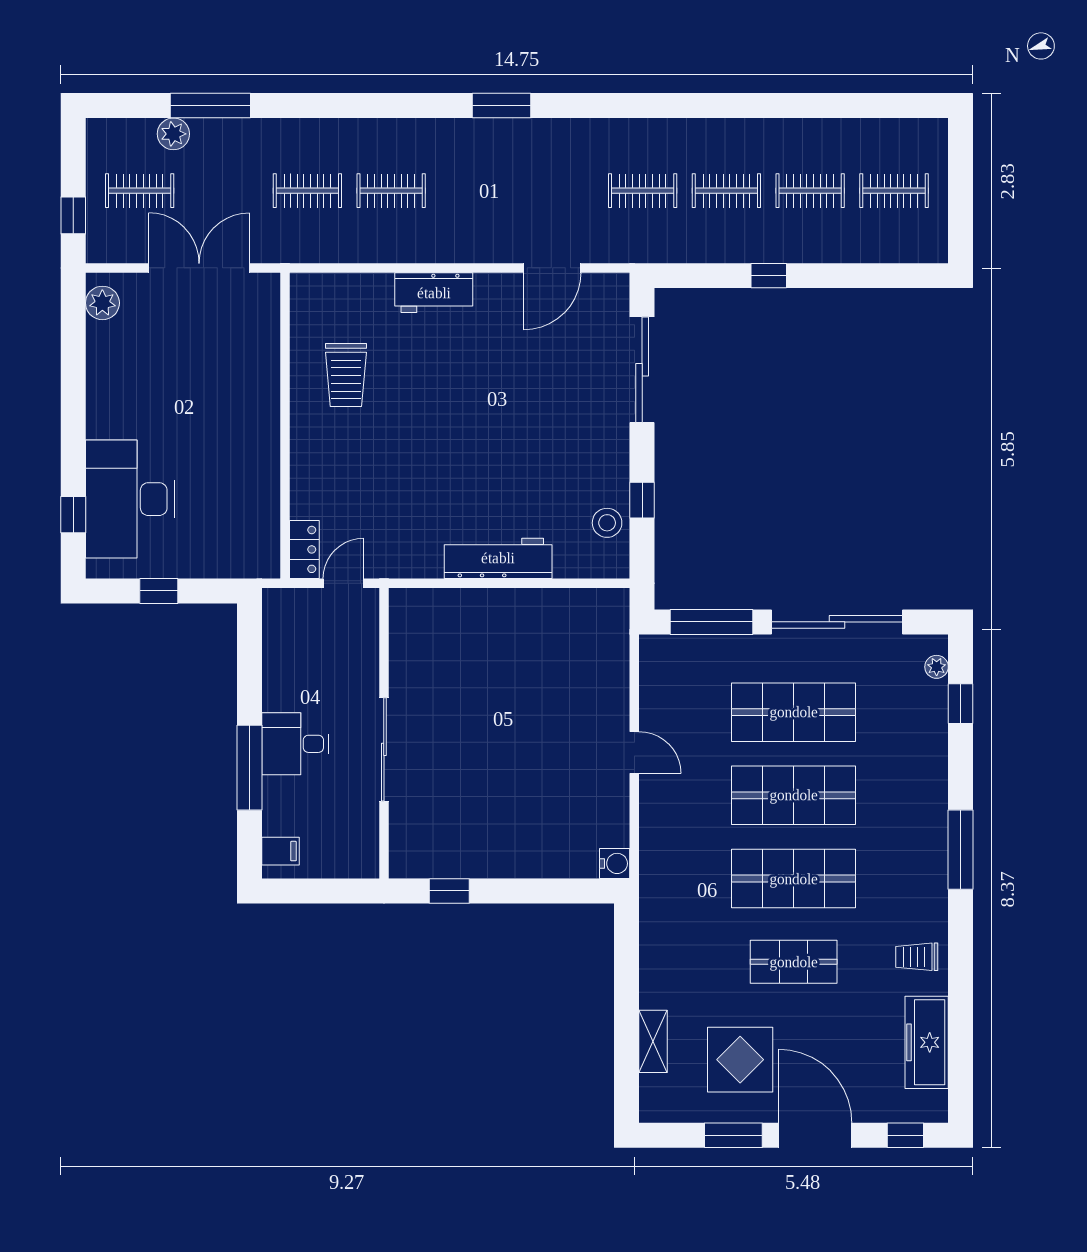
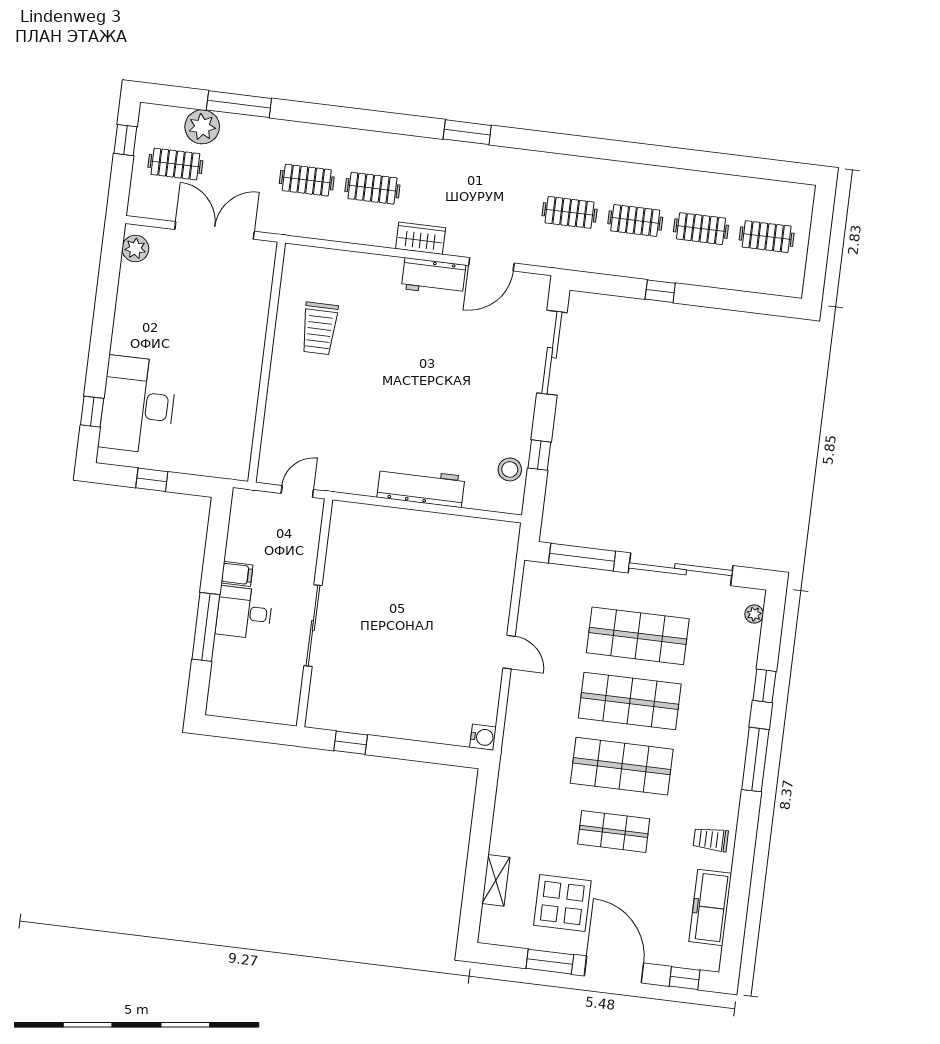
plant: (173, 134) -> (202, 127), width x1.36, depth x1.36
window: (73, 215) -> (125, 140), moved
wardrobe: (459, 246) -> (421, 238), added
workbench: (434, 293) -> (434, 277), moved
locker: (304, 549) -> (270, 461), removed
window: (961, 704) -> (764, 686), moved
filing cabinet: (280, 851) -> (237, 574), moved

